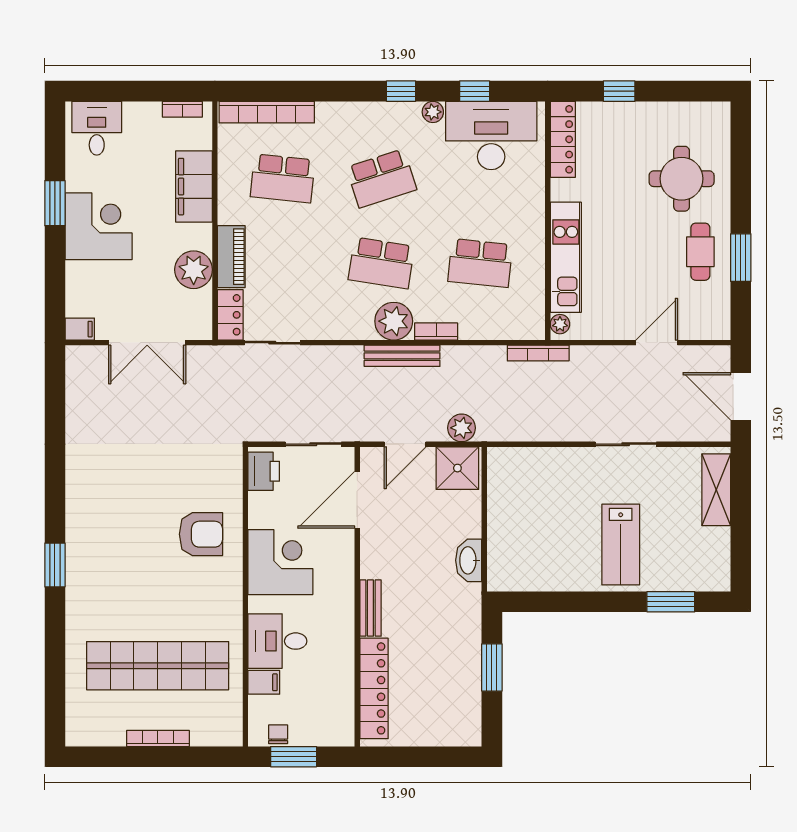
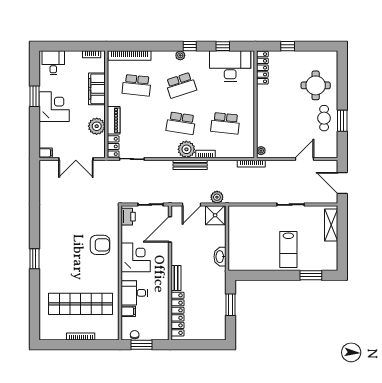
plant: (433, 112) -> (180, 55), moved
kitchen unit: (566, 257) -> (264, 121), removed

